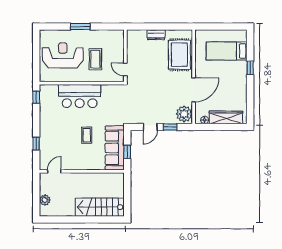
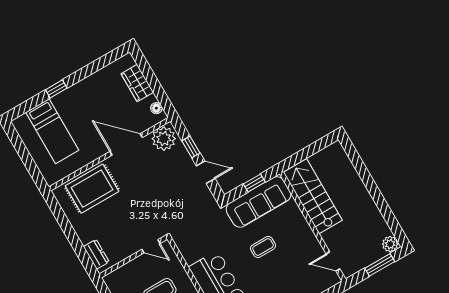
dresser: (156, 35) -> (96, 254), moved
door: (125, 70) -> (151, 246), hinge flipped
wardrobe: (226, 117) -> (137, 83), width x0.67
window: (36, 198) -> (380, 265), added
plant: (45, 200) -> (390, 244), moved
stairs: (100, 207) -> (313, 196), moved, turned 180

